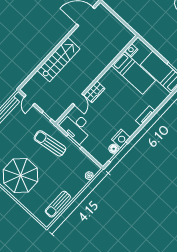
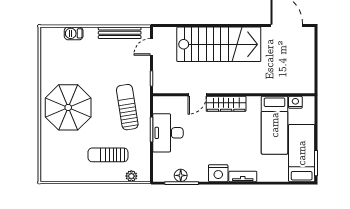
stairs: (59, 60) -> (219, 44), width x1.36, depth x1.51
wardrobe: (94, 92) -> (226, 104), width x1.50
desk: (76, 127) -> (168, 133), moved
nightstand: (121, 138) -> (218, 173), moved
sun lounger: (58, 204) -> (108, 155), moved

